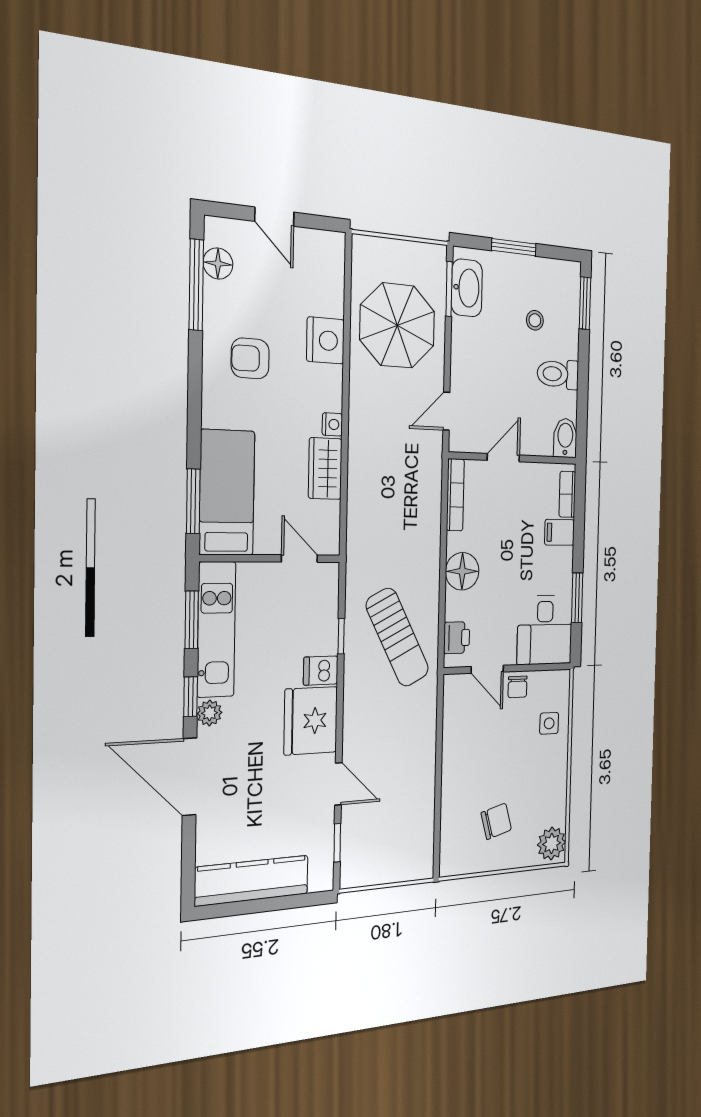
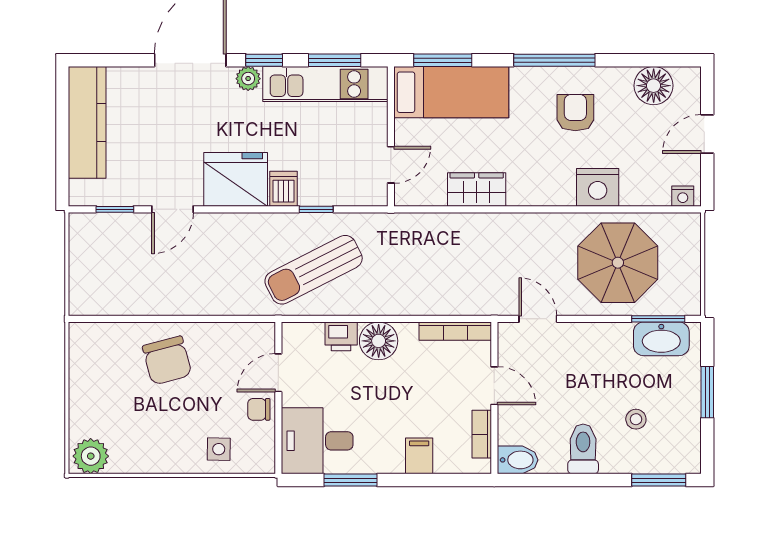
floor lamp: (218, 263) -> (654, 86), width x1.38, depth x1.38
window: (196, 285) -> (554, 60), moved
nightstand: (332, 424) -> (683, 196), moved
bookcase: (567, 494) -> (482, 434), moved, turned -90
printer: (457, 638) -> (341, 336), moved
chair: (496, 821) -> (167, 360), moved, width x1.37, depth x1.37

